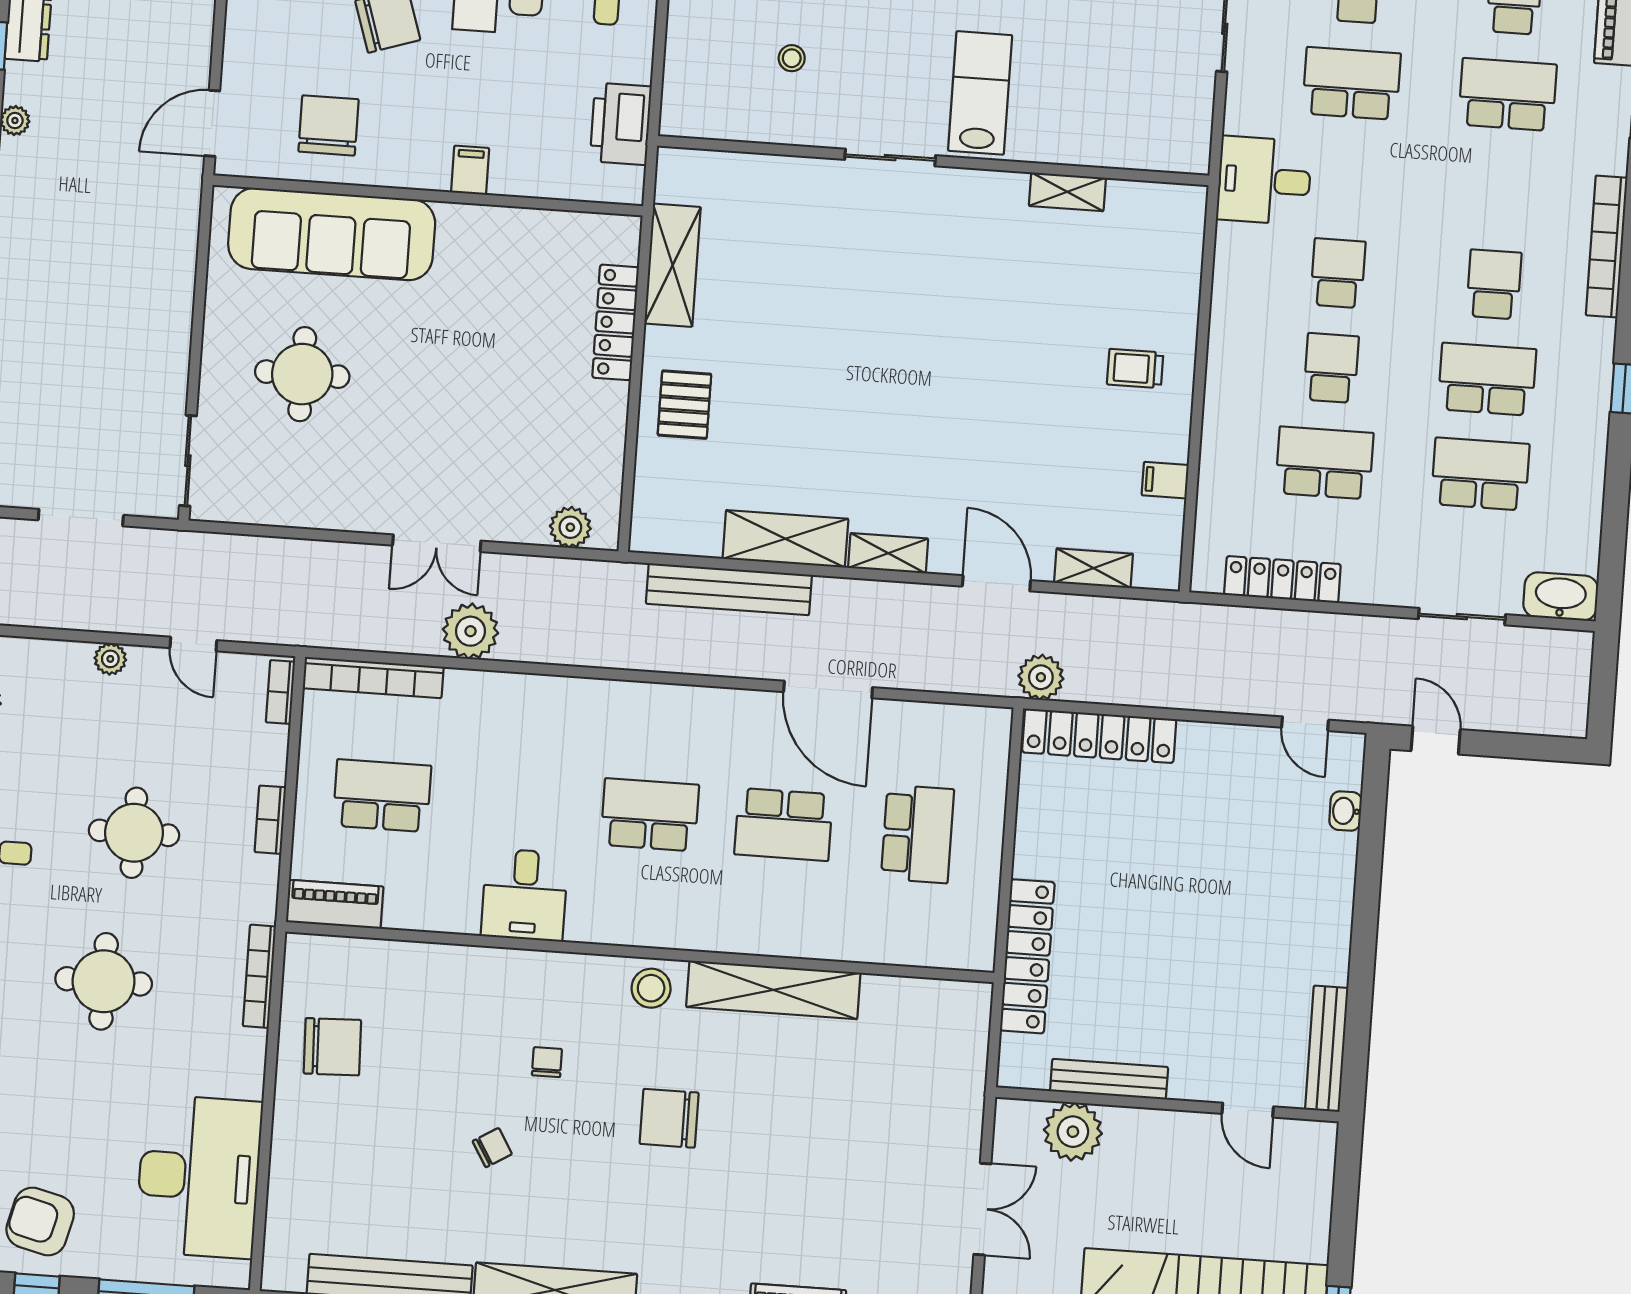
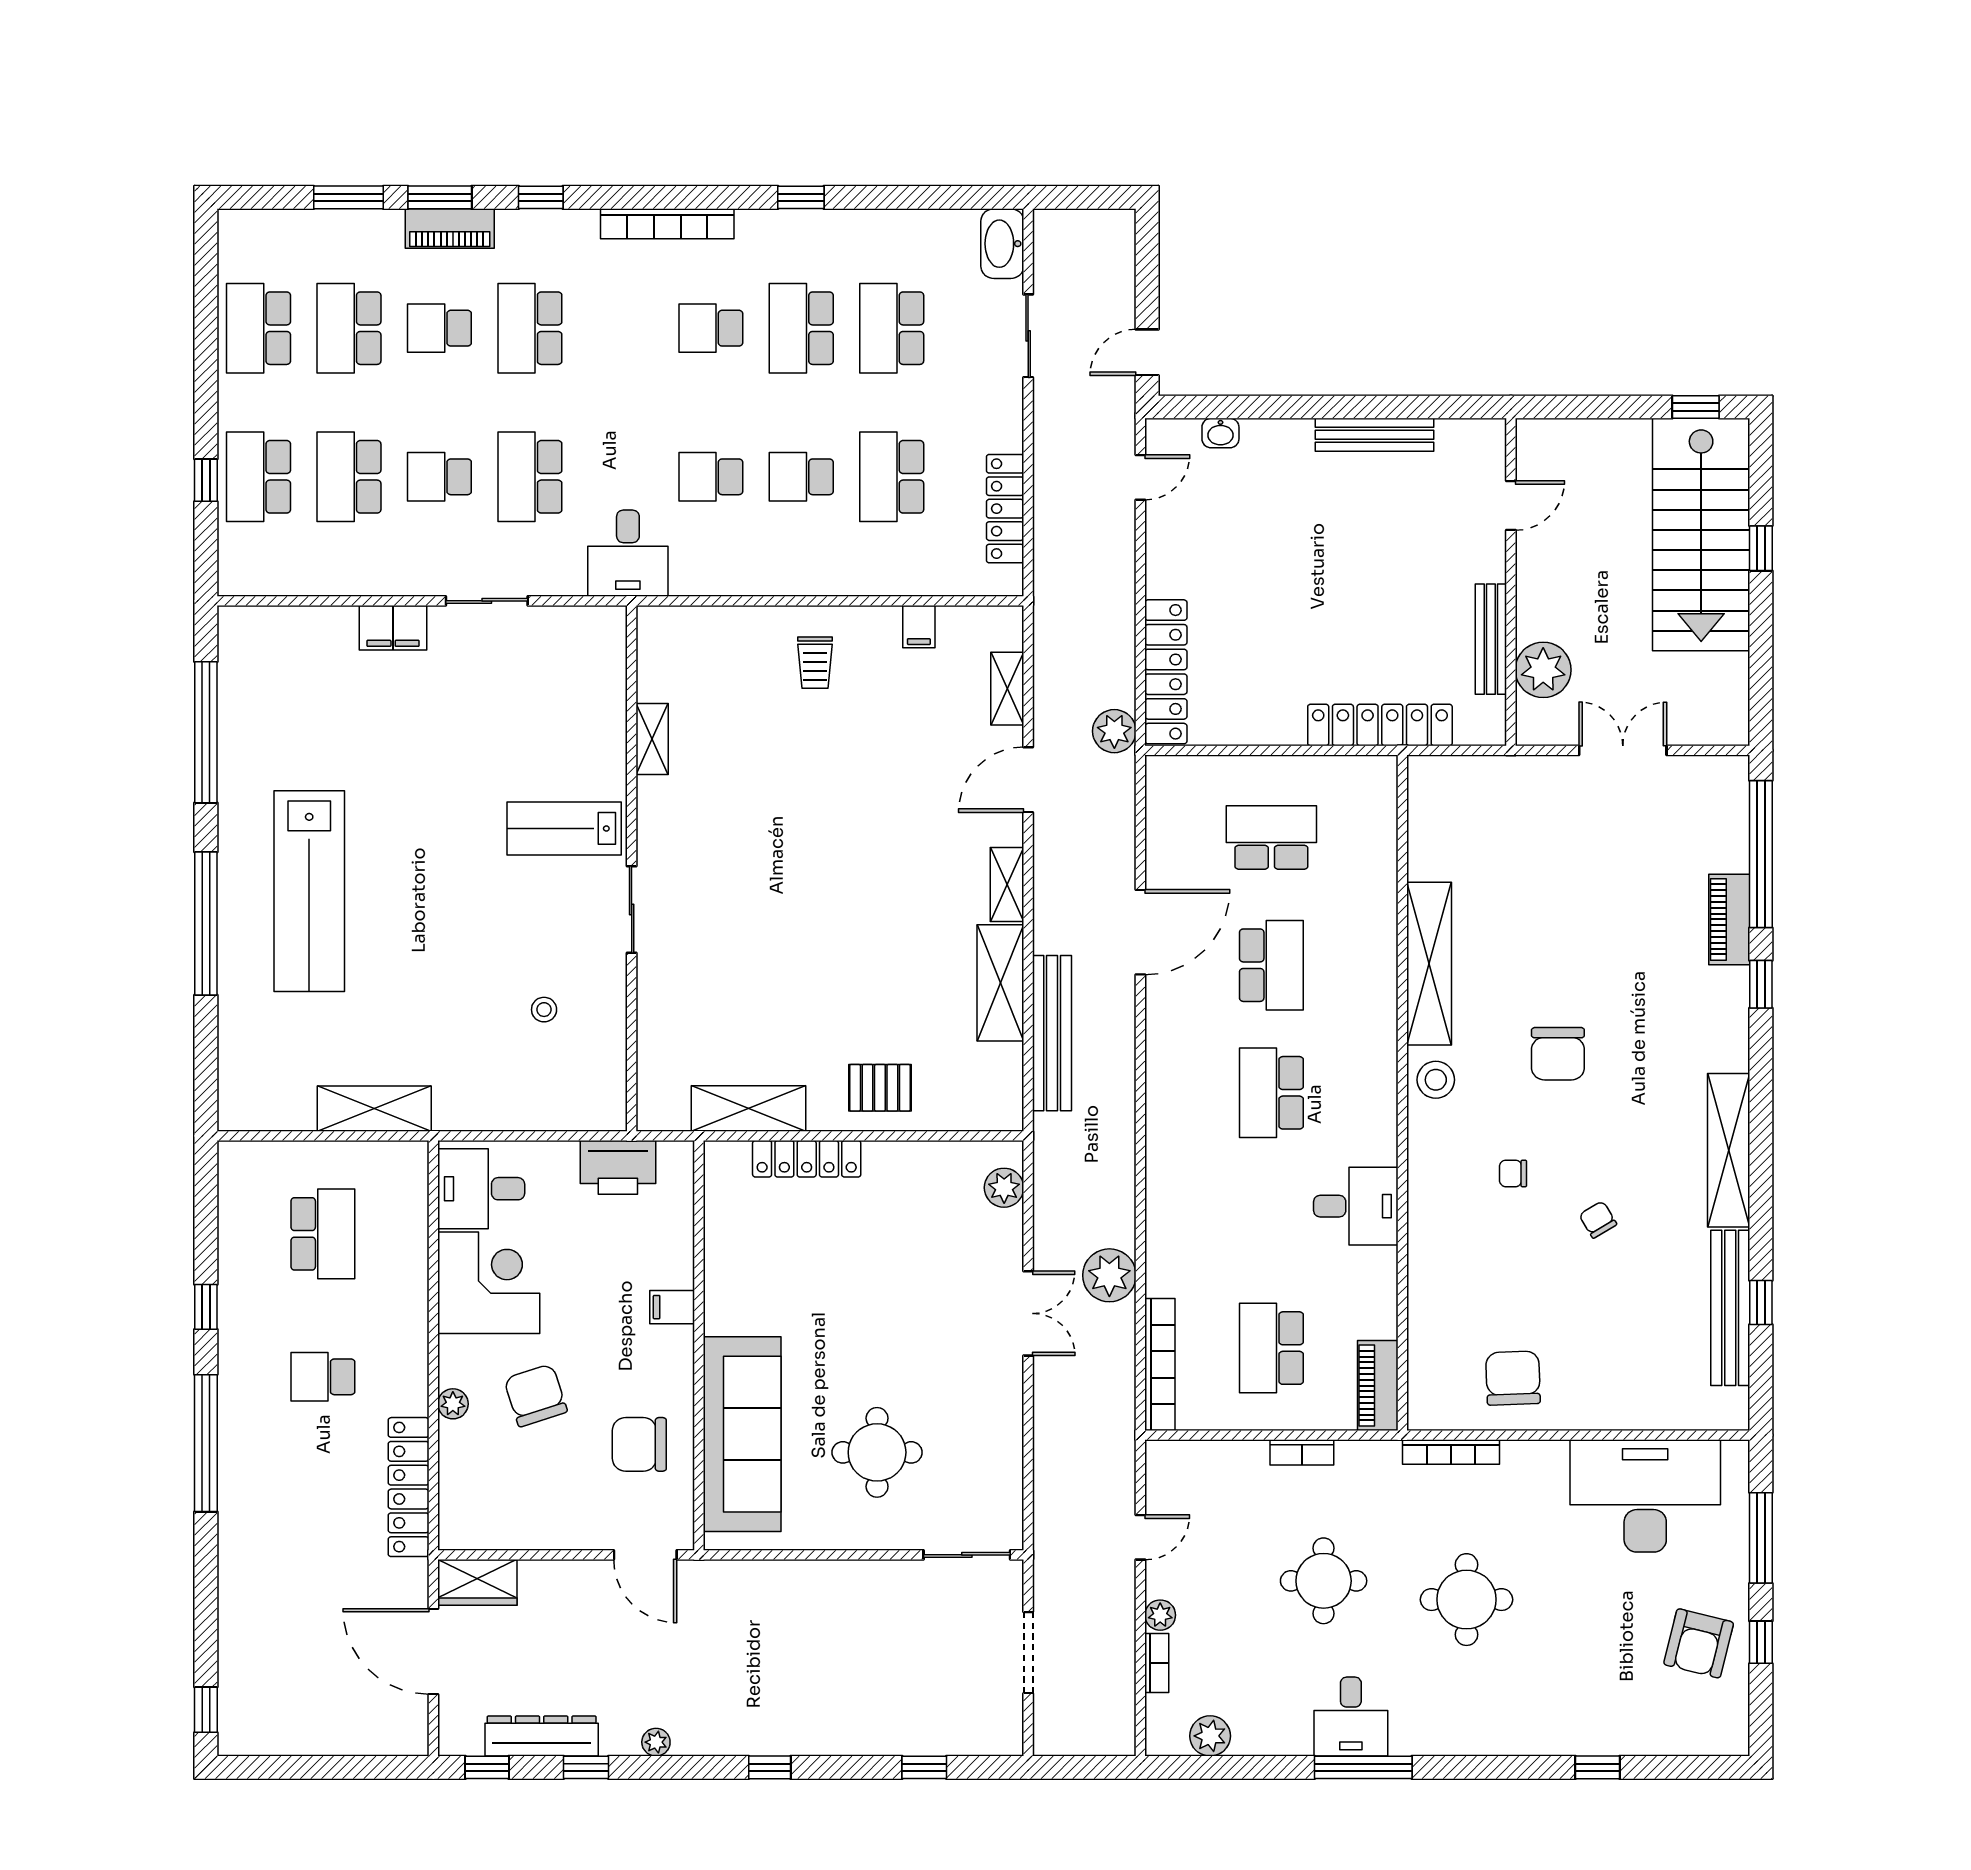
bookcase: (280, 692) -> (1157, 1663), moved, turned -90
bench: (1327, 1049) -> (1375, 435), moved

